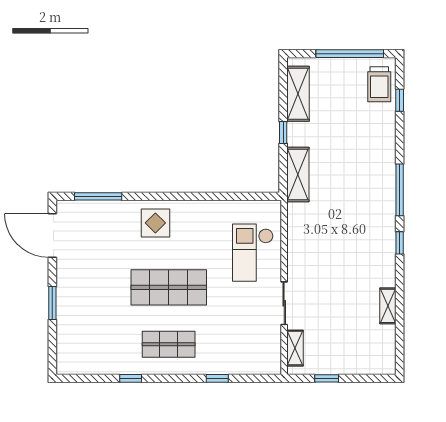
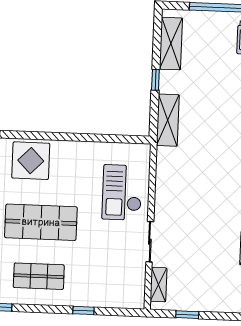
display table: (155, 223) -> (31, 161), width x1.36, depth x1.36

